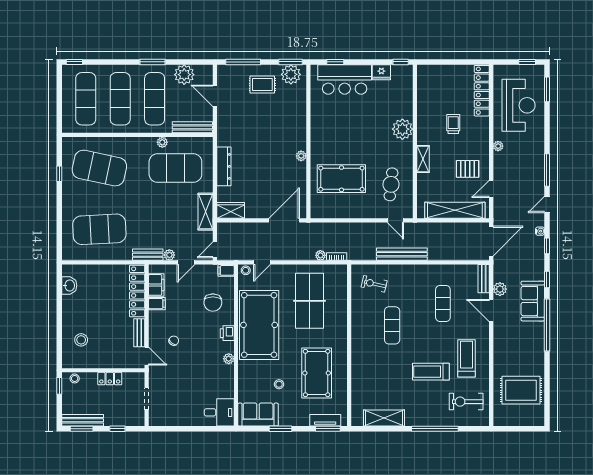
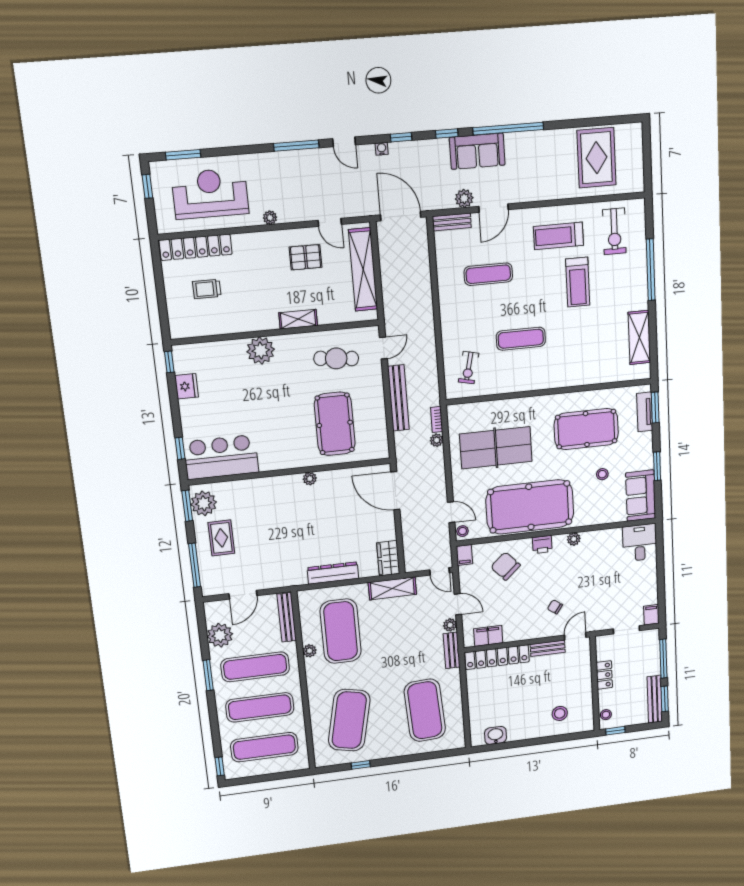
bar counter: (345, 79) -> (221, 457), moved, turned -90
trolley: (453, 124) -> (207, 289), moved
pallet: (468, 169) -> (306, 257), turned 90
bench: (402, 254) -> (398, 398), moved
chair: (213, 303) -> (505, 566), turned -132
filing cabinet: (157, 304) -> (651, 615), moved
window: (117, 429) -> (663, 659), width x2.17

